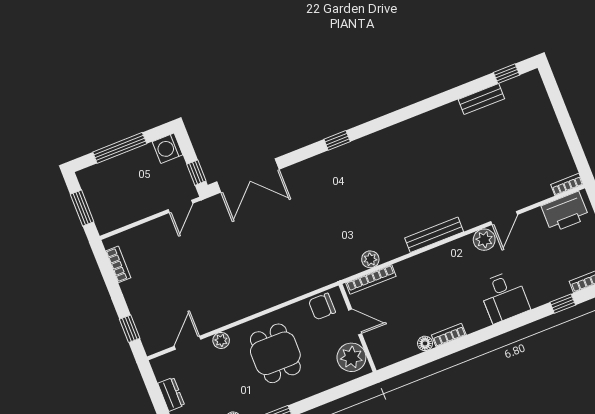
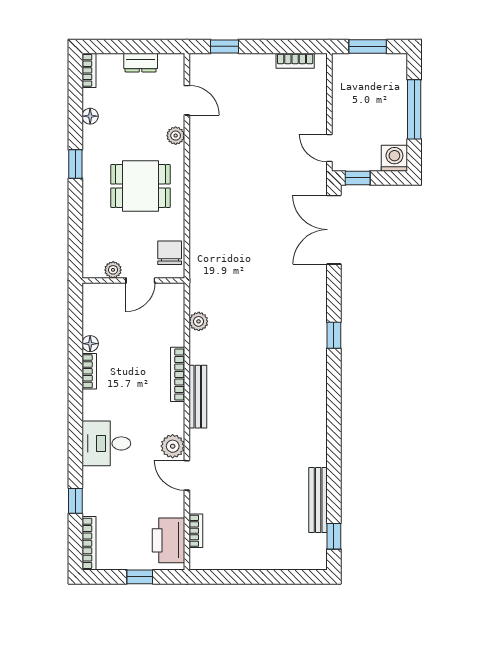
bench: (481, 99) -> (318, 500), width x1.36
bookcase: (567, 185) -> (196, 531), moved
bookcase: (371, 279) -> (178, 374), moved
plant: (351, 357) -> (113, 270), width x0.53, depth x0.53

